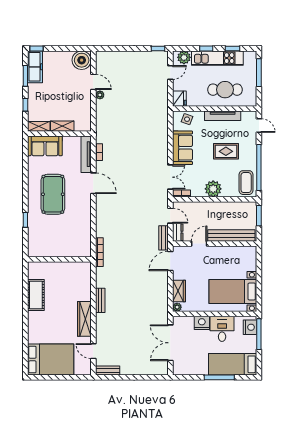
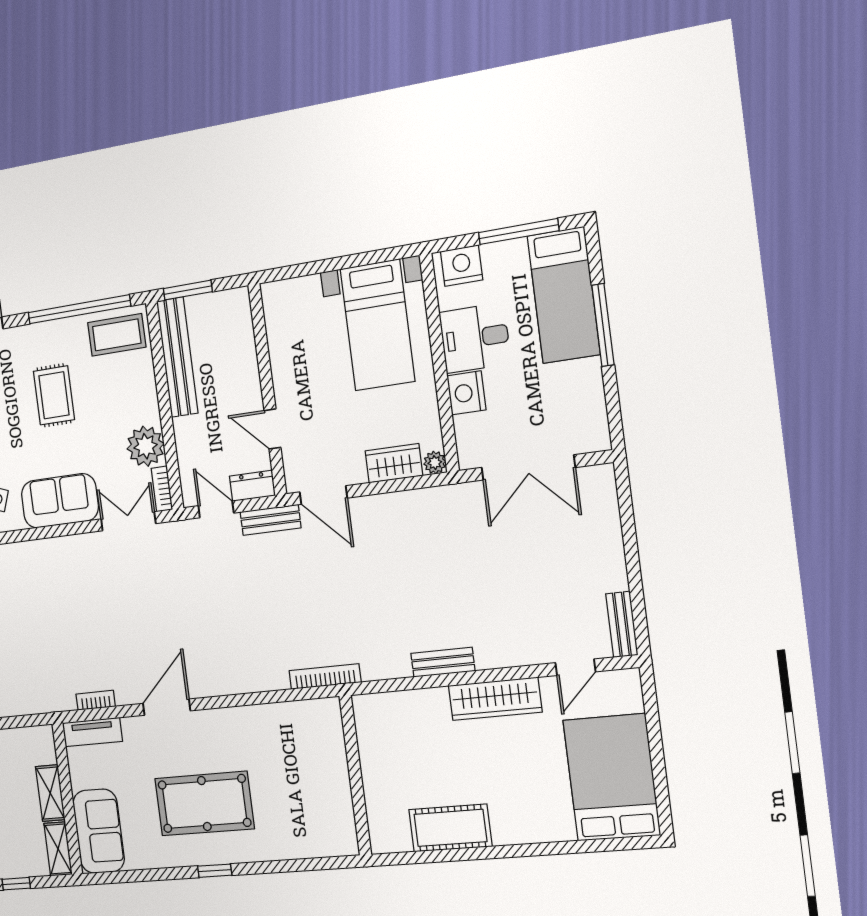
tv unit: (86, 154) -> (92, 732), width x0.71
plant: (213, 189) -> (146, 446), moved
door: (170, 216) -> (216, 509), hinge flipped
window: (25, 220) -> (215, 871), moved
bench: (231, 235) -> (177, 357), moved
window: (259, 334) -> (519, 232), moved

